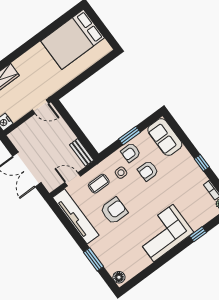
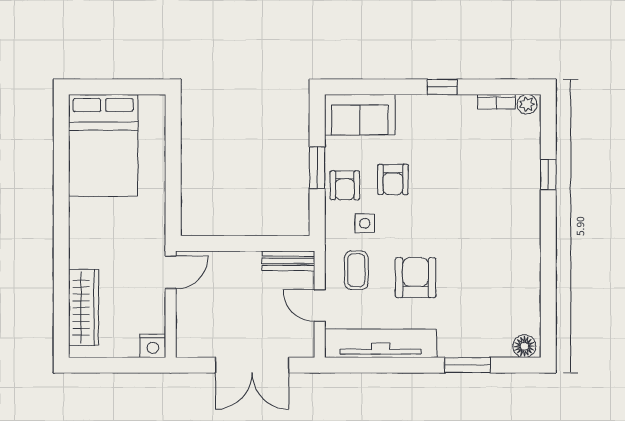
door: (73, 179) -> (320, 306), hinge flipped
corner sofa: (163, 233) -> (507, 227), removed

